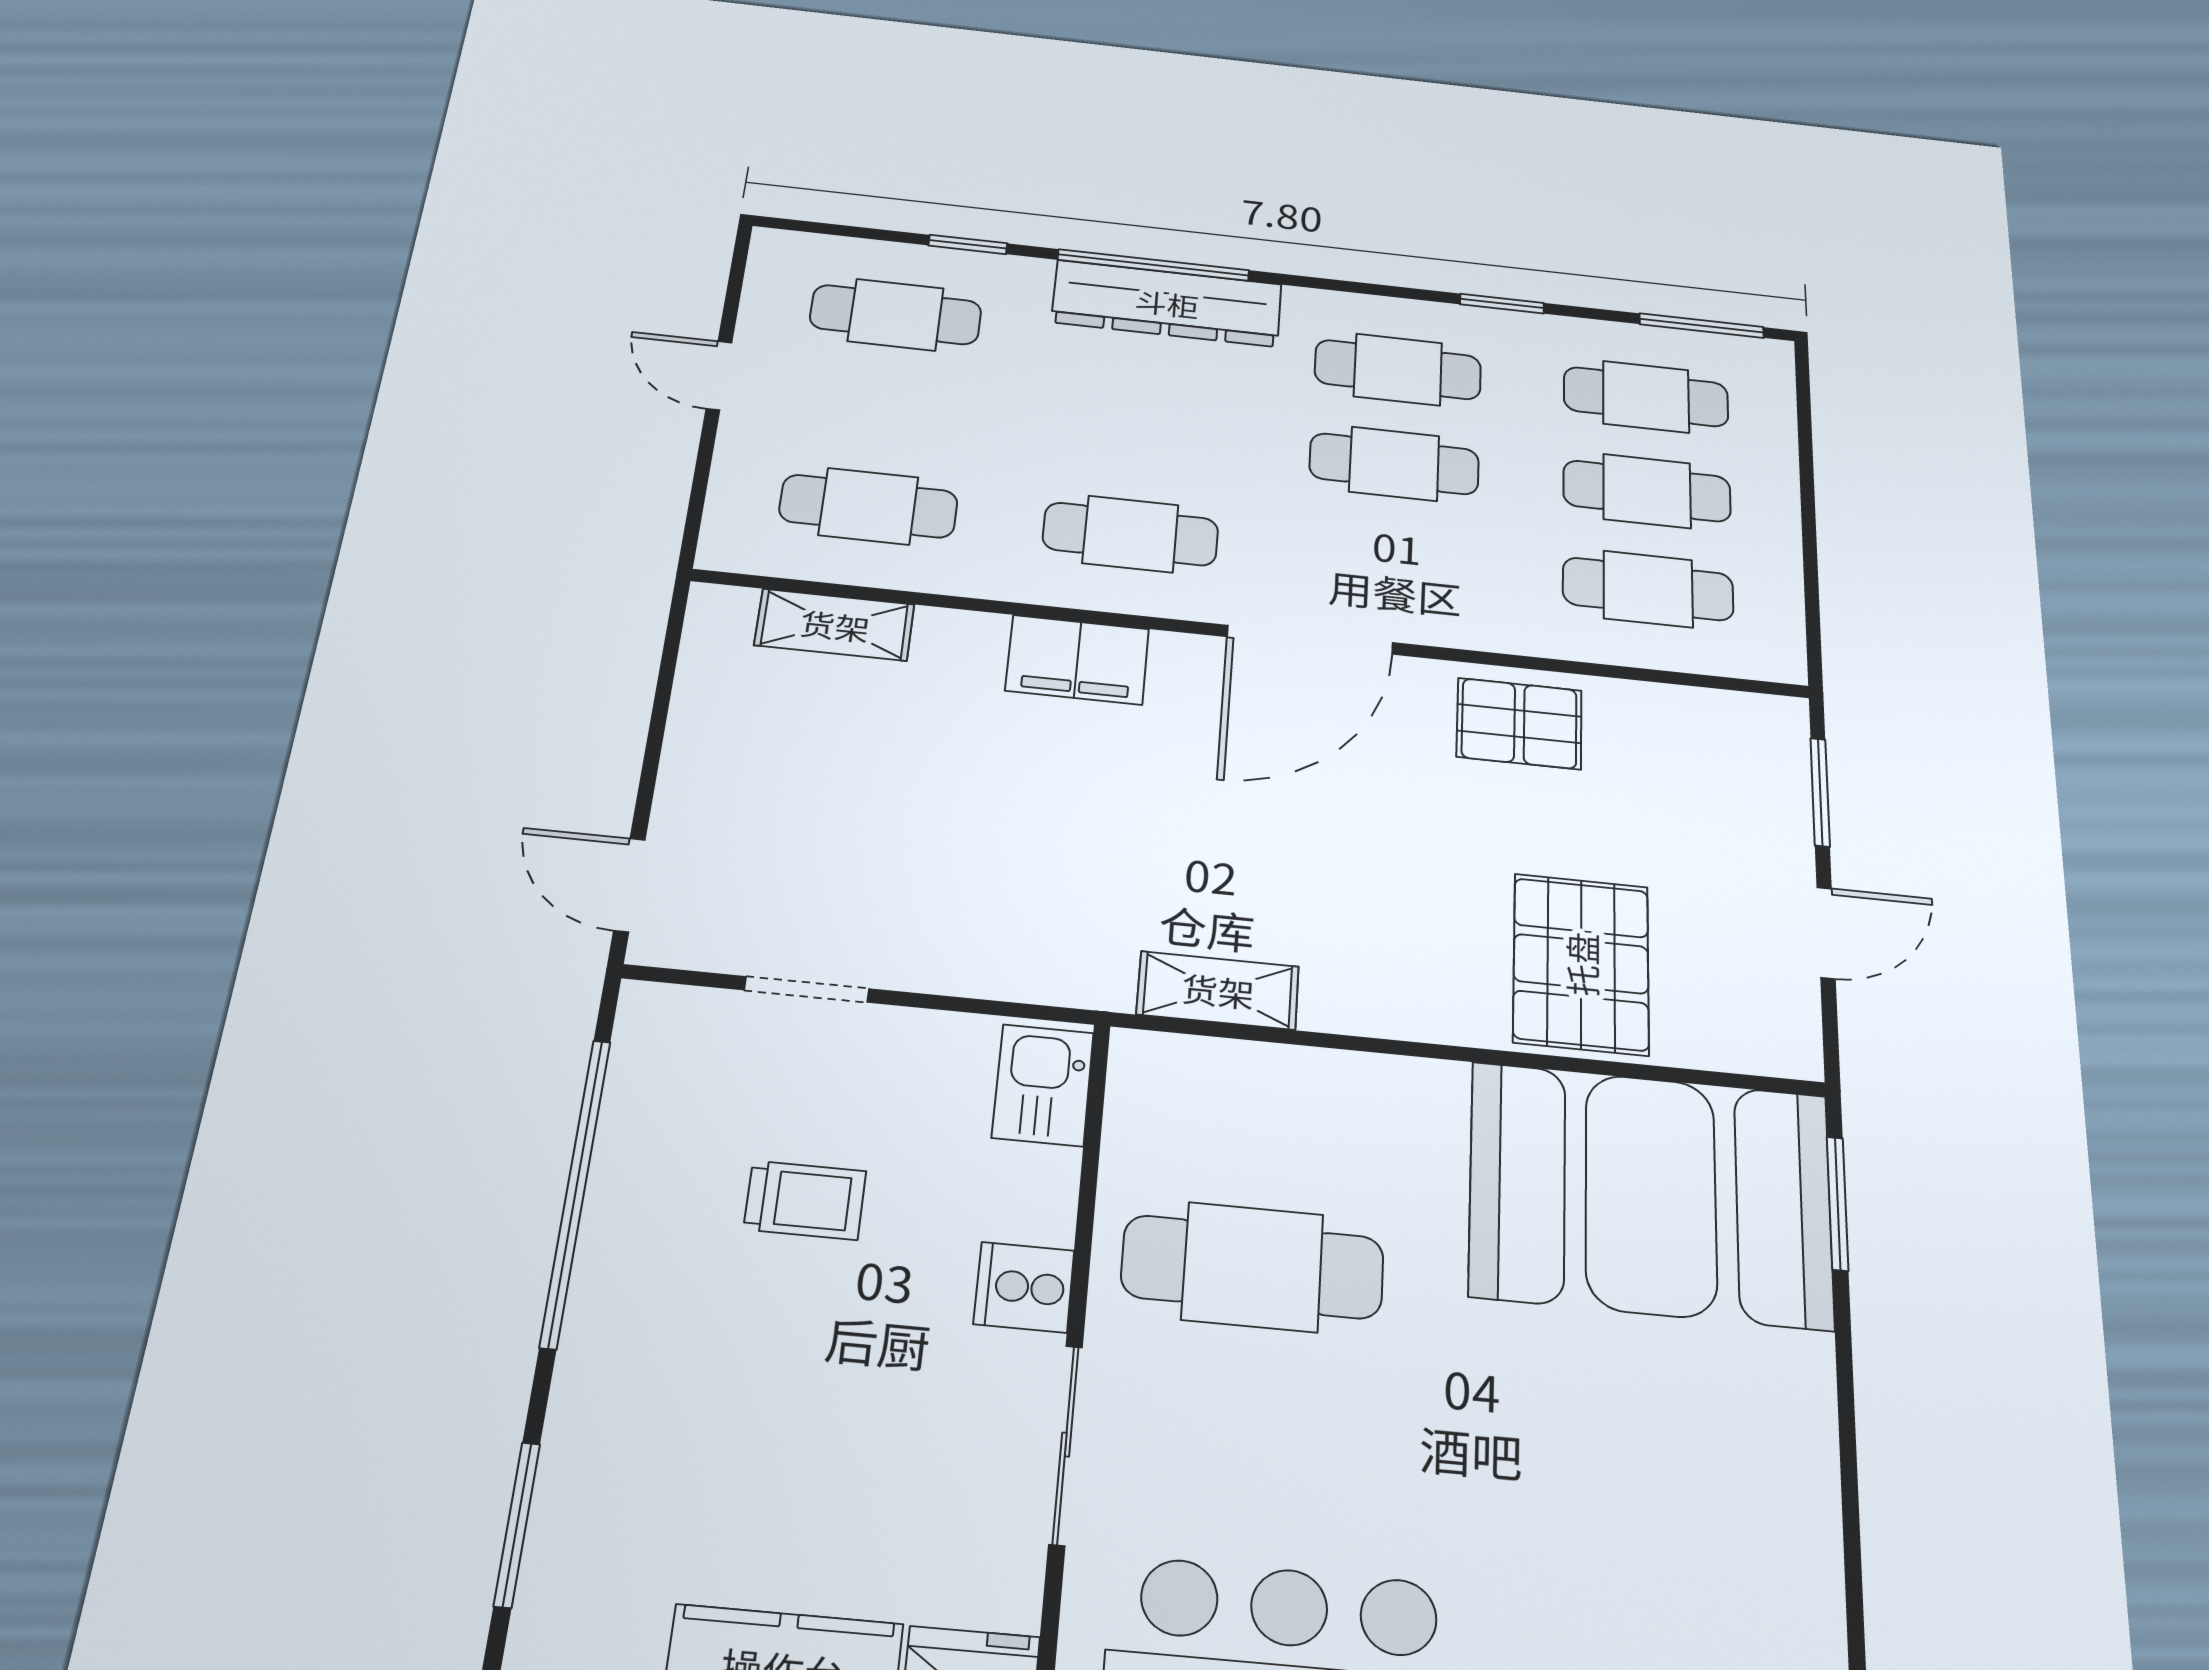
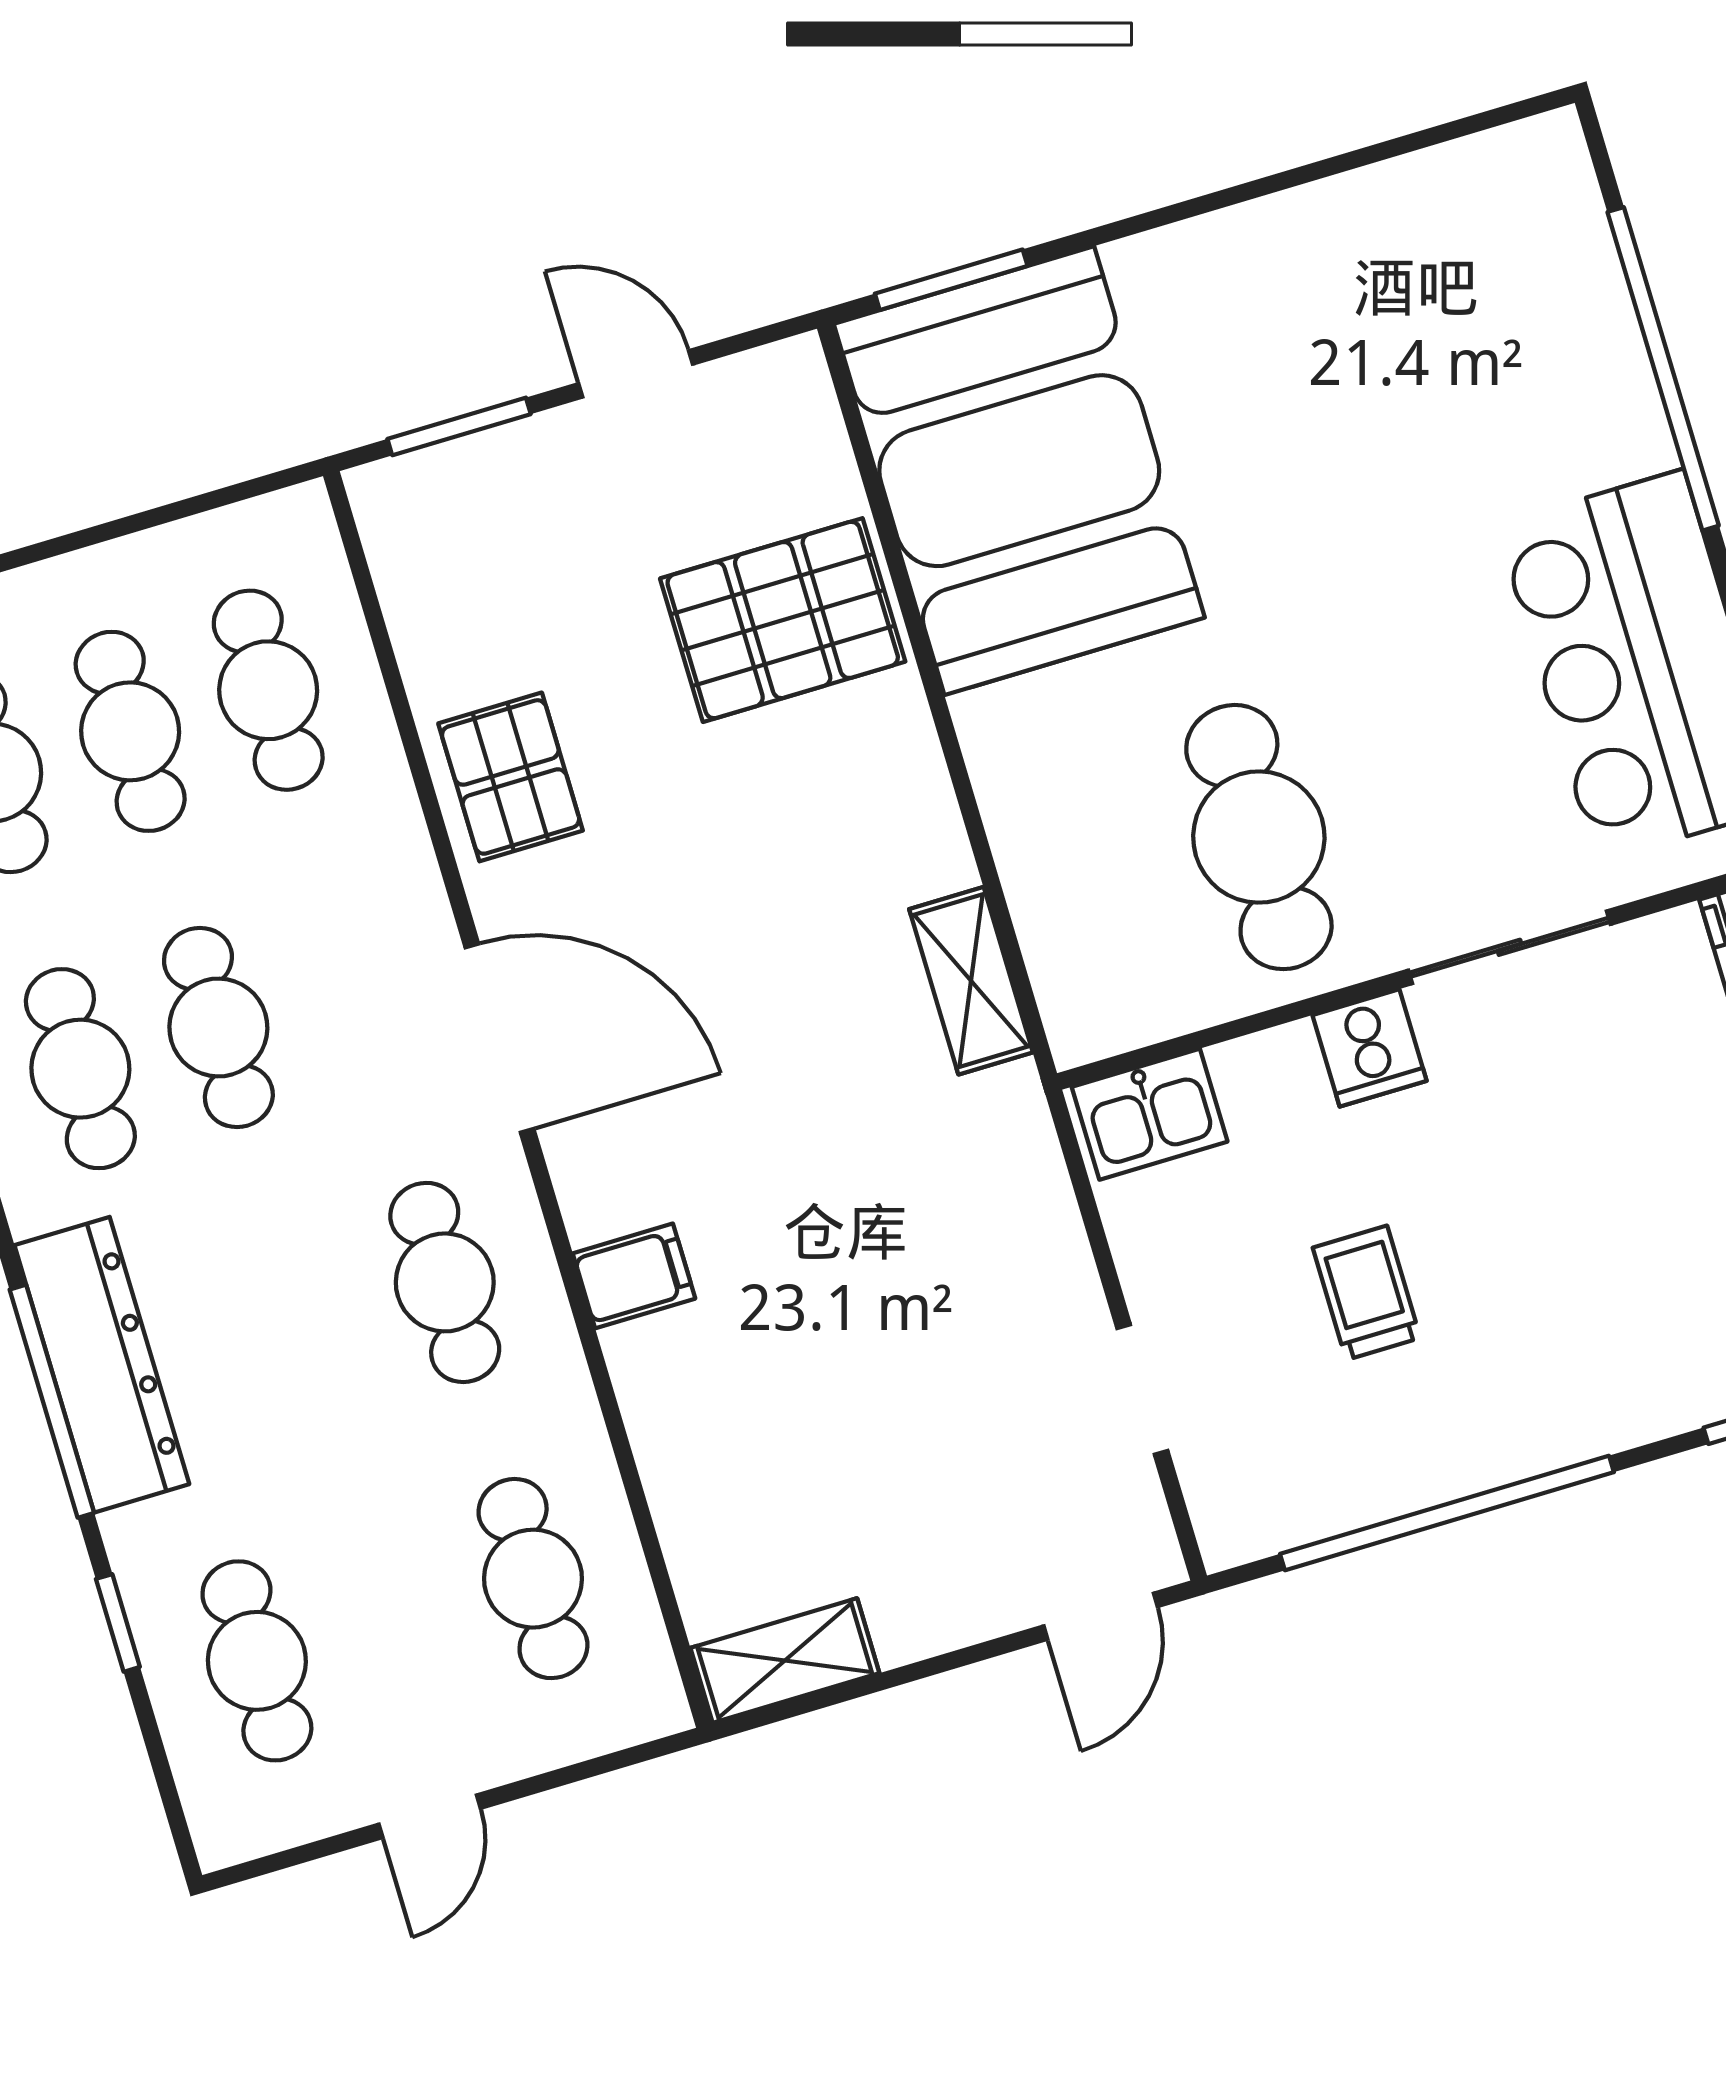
shelving: (835, 625) -> (785, 1661), moved, turned 90
filing cabinet: (1077, 660) -> (634, 1276), width x0.50

